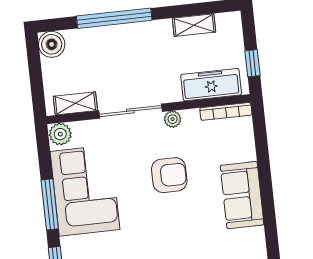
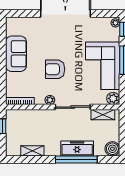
freezer: (211, 85) -> (77, 149), moved, turned 180

